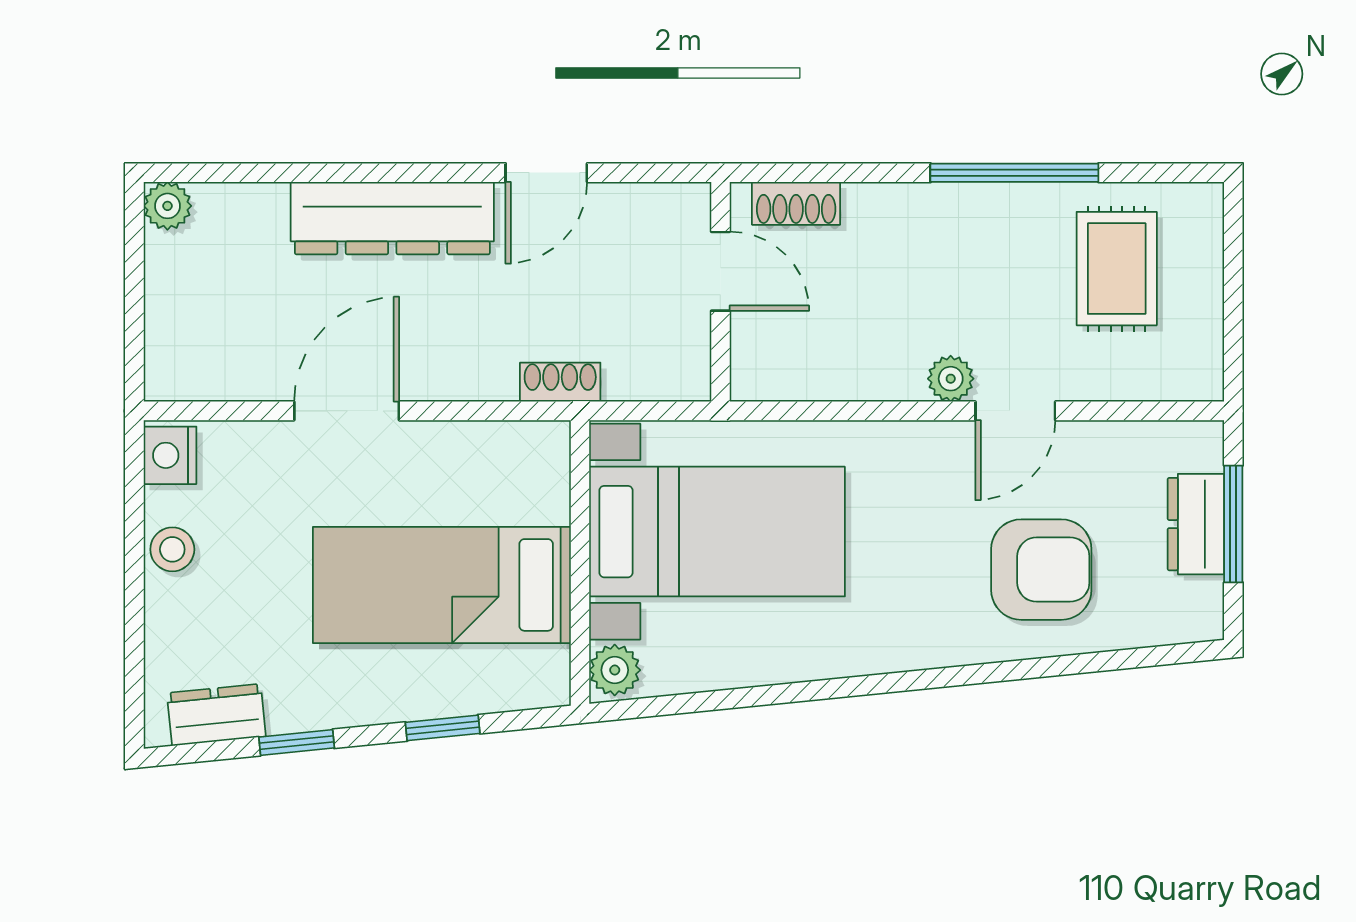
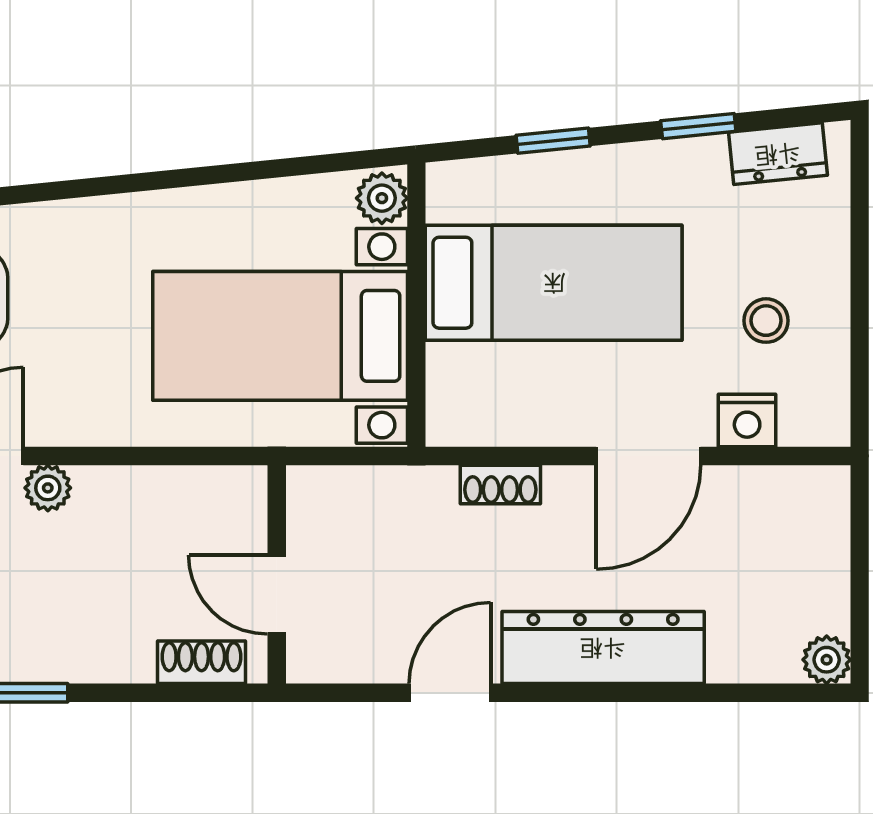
shoe rack: (560, 382) -> (500, 484), moved
nightstand: (170, 455) -> (747, 420), moved, turned 90
stool: (172, 549) -> (766, 321), moved

